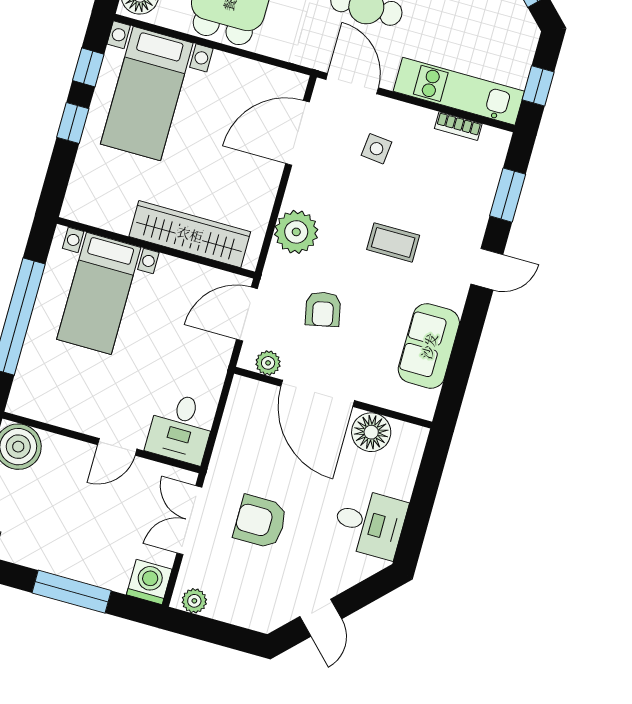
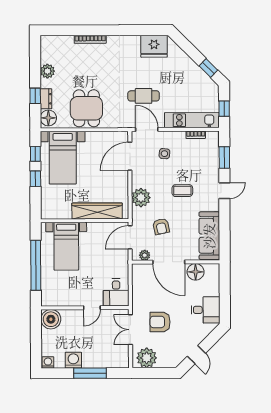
sofa: (429, 346) -> (209, 236), width x1.36
washing machine: (149, 582) -> (73, 360), moved
plant: (194, 601) -> (147, 358), width x1.87, depth x1.87

